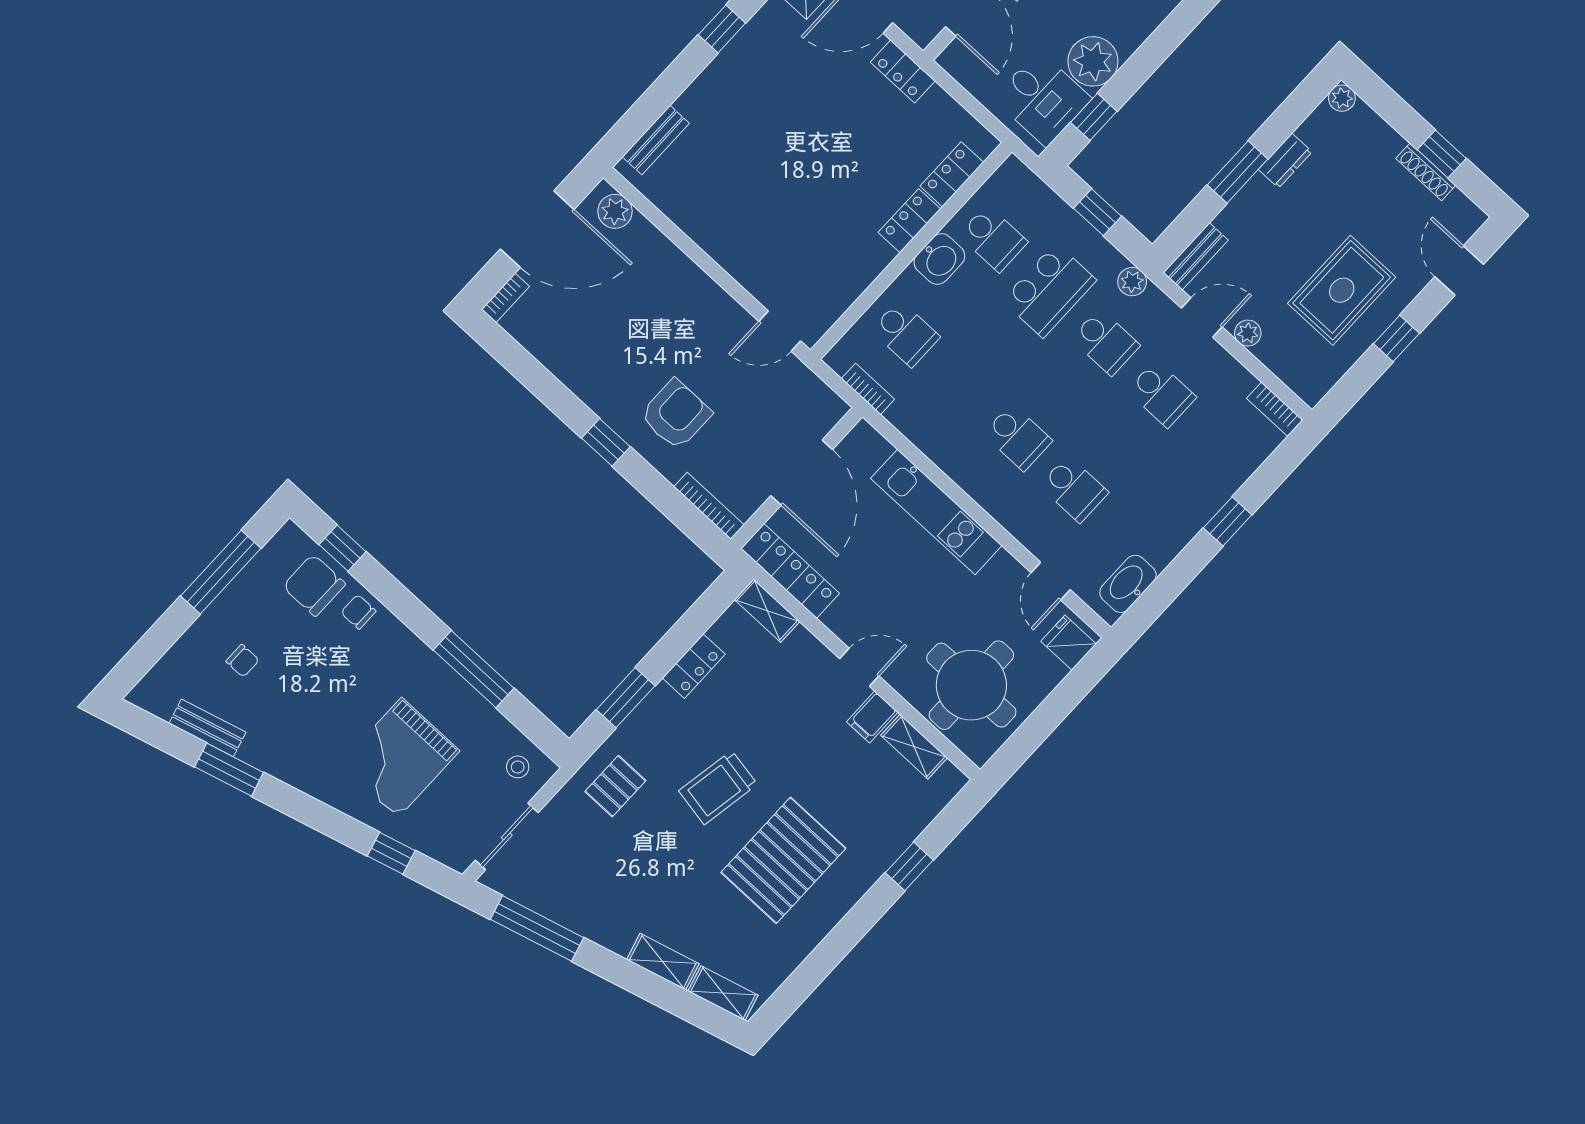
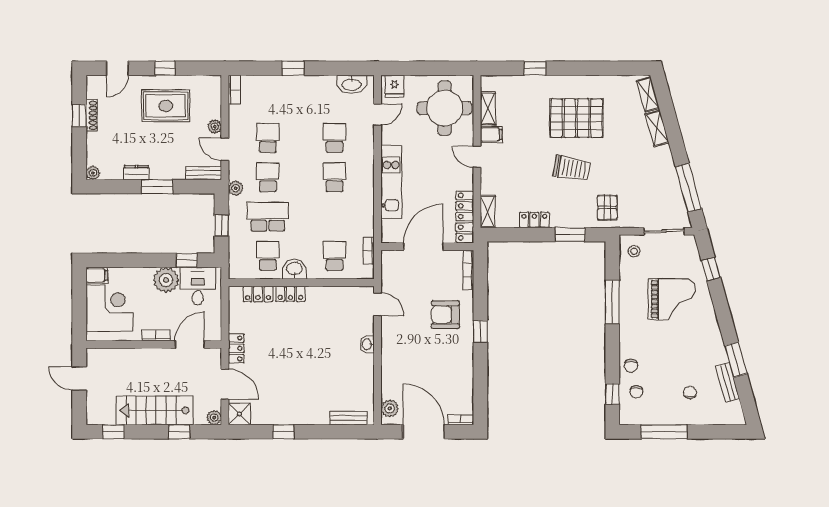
washbasin: (736, 264) -> (367, 344), added
chair: (314, 585) -> (636, 392), width x0.54, depth x0.54
pallet: (615, 786) -> (607, 208), turned 90

